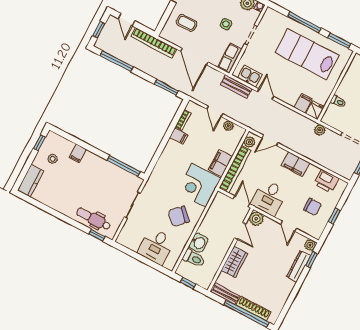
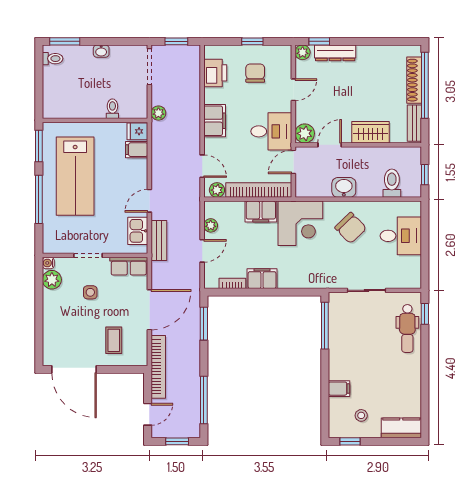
filing cabinet: (178, 136) -> (262, 279), width x2.00
washbasin: (199, 243) -> (344, 187), moved

